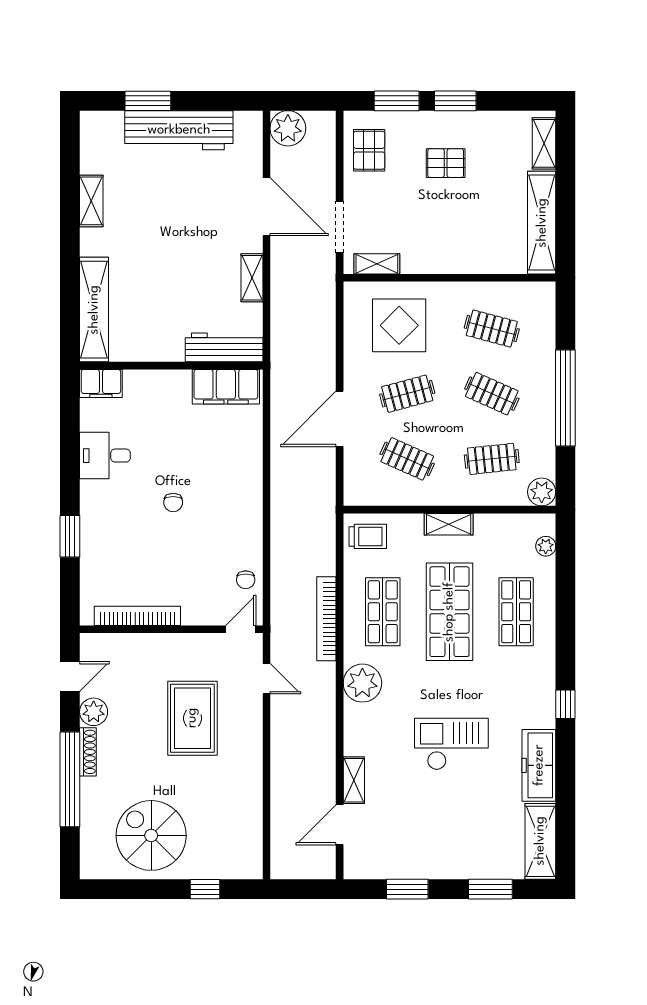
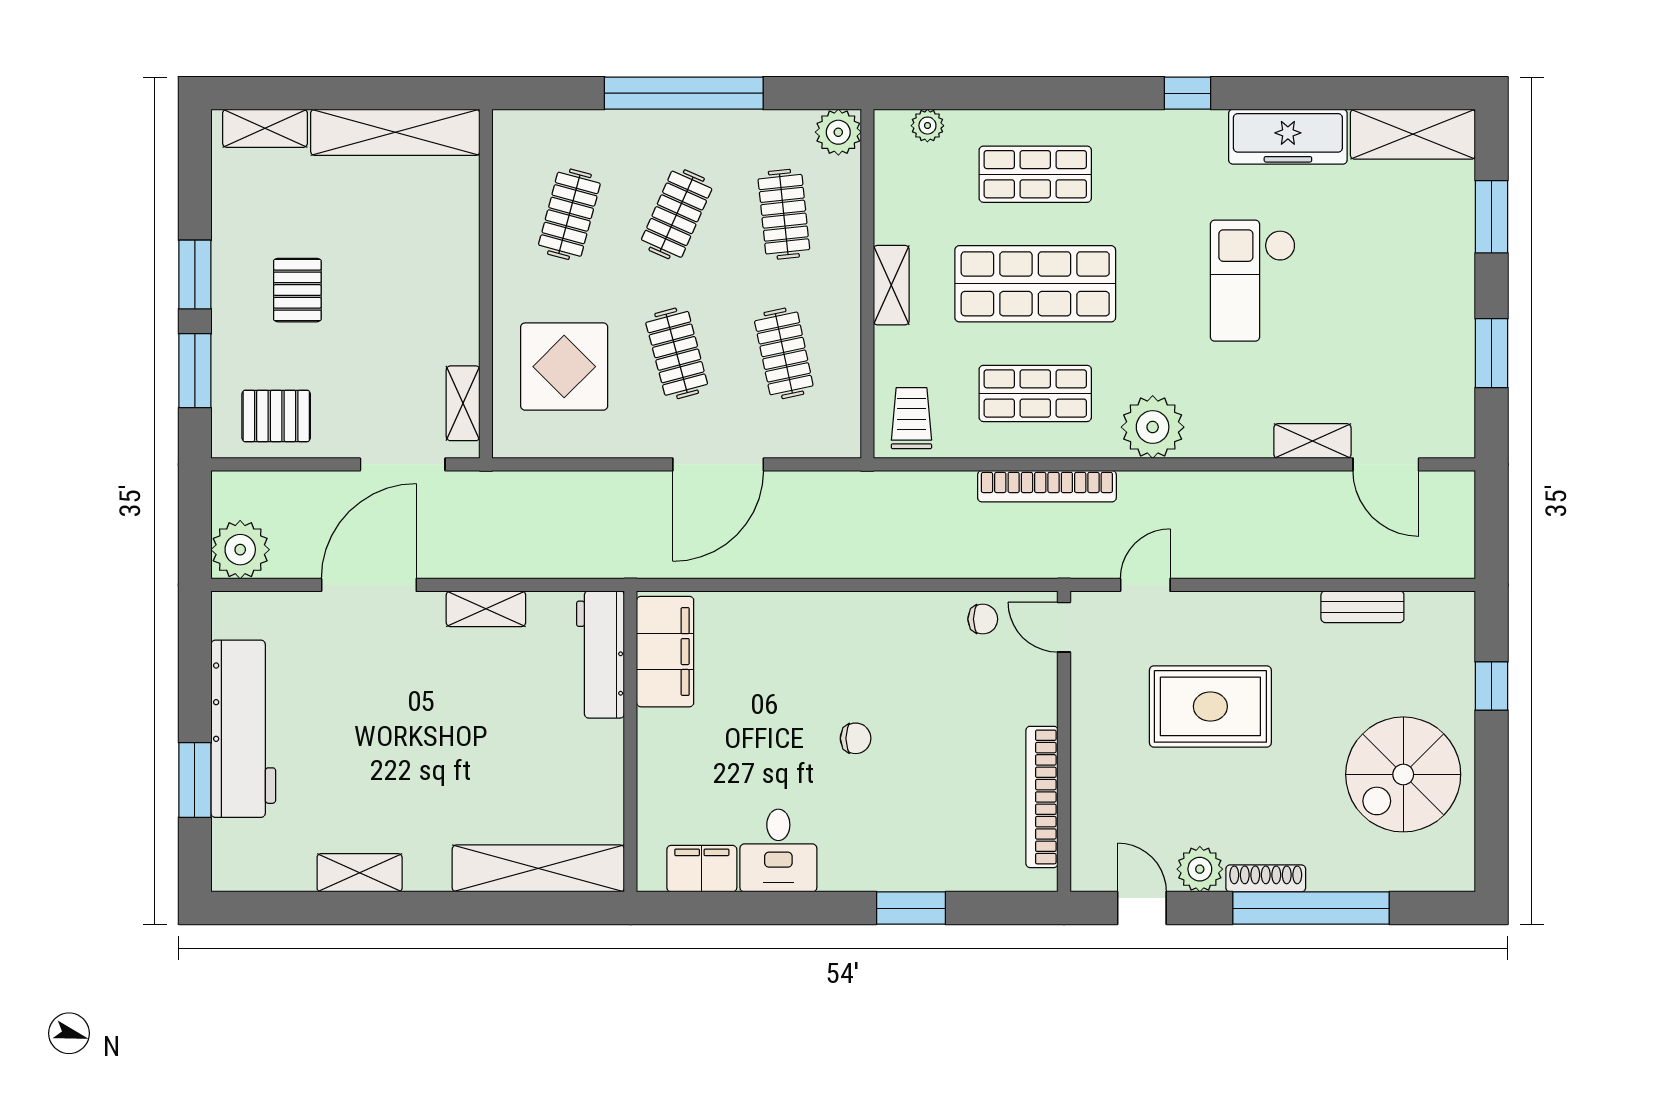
filing cabinet: (101, 383) -> (702, 869), moved, turned -90
door: (340, 419) -> (718, 464), hinge flipped
clothes rail: (407, 459) -> (784, 353), turned -36
bench: (253, 811) -> (1362, 607), added

